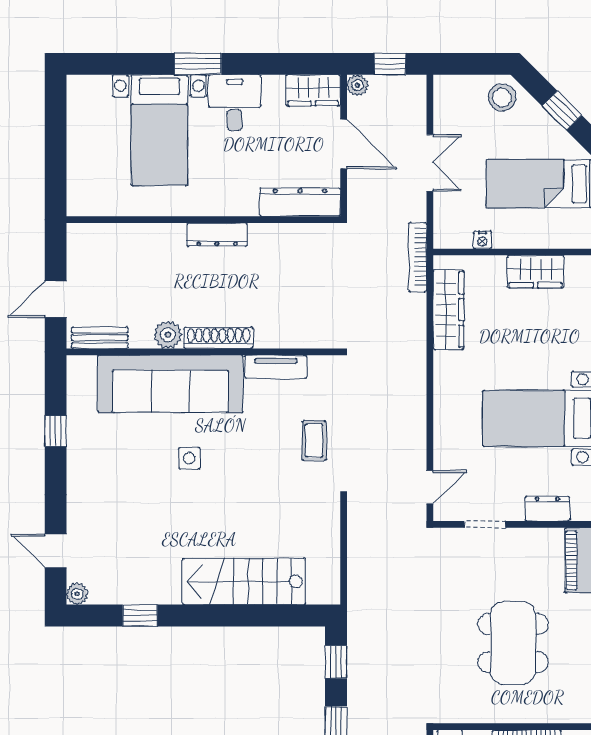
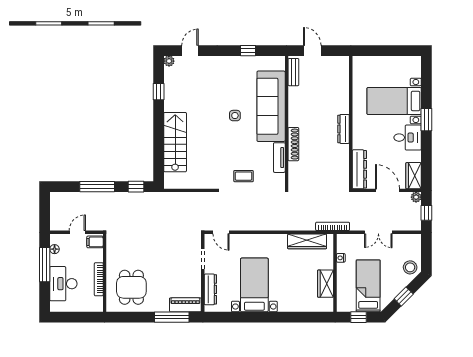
door: (344, 144) -> (387, 190), swing flipped
plant: (168, 335) -> (295, 105), removed
shoe rack: (219, 338) -> (293, 144), moved
dresser: (547, 509) -> (210, 289), width x1.44
dining table: (513, 643) -> (131, 287), moved, width x0.73

